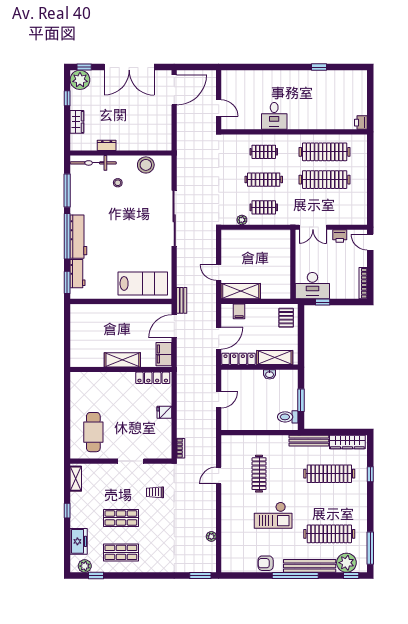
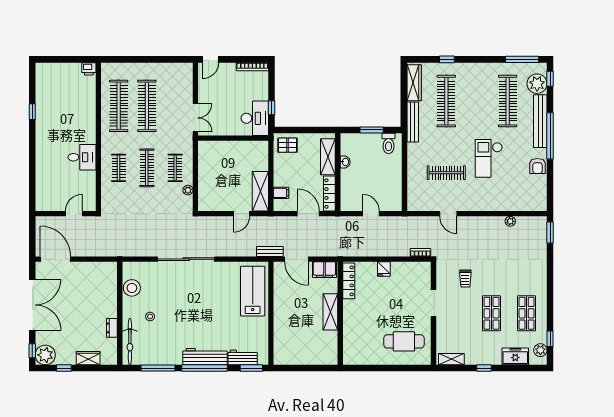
printer: (340, 236) -> (204, 90), removed
checkout: (273, 515) -> (489, 158), turned 180

